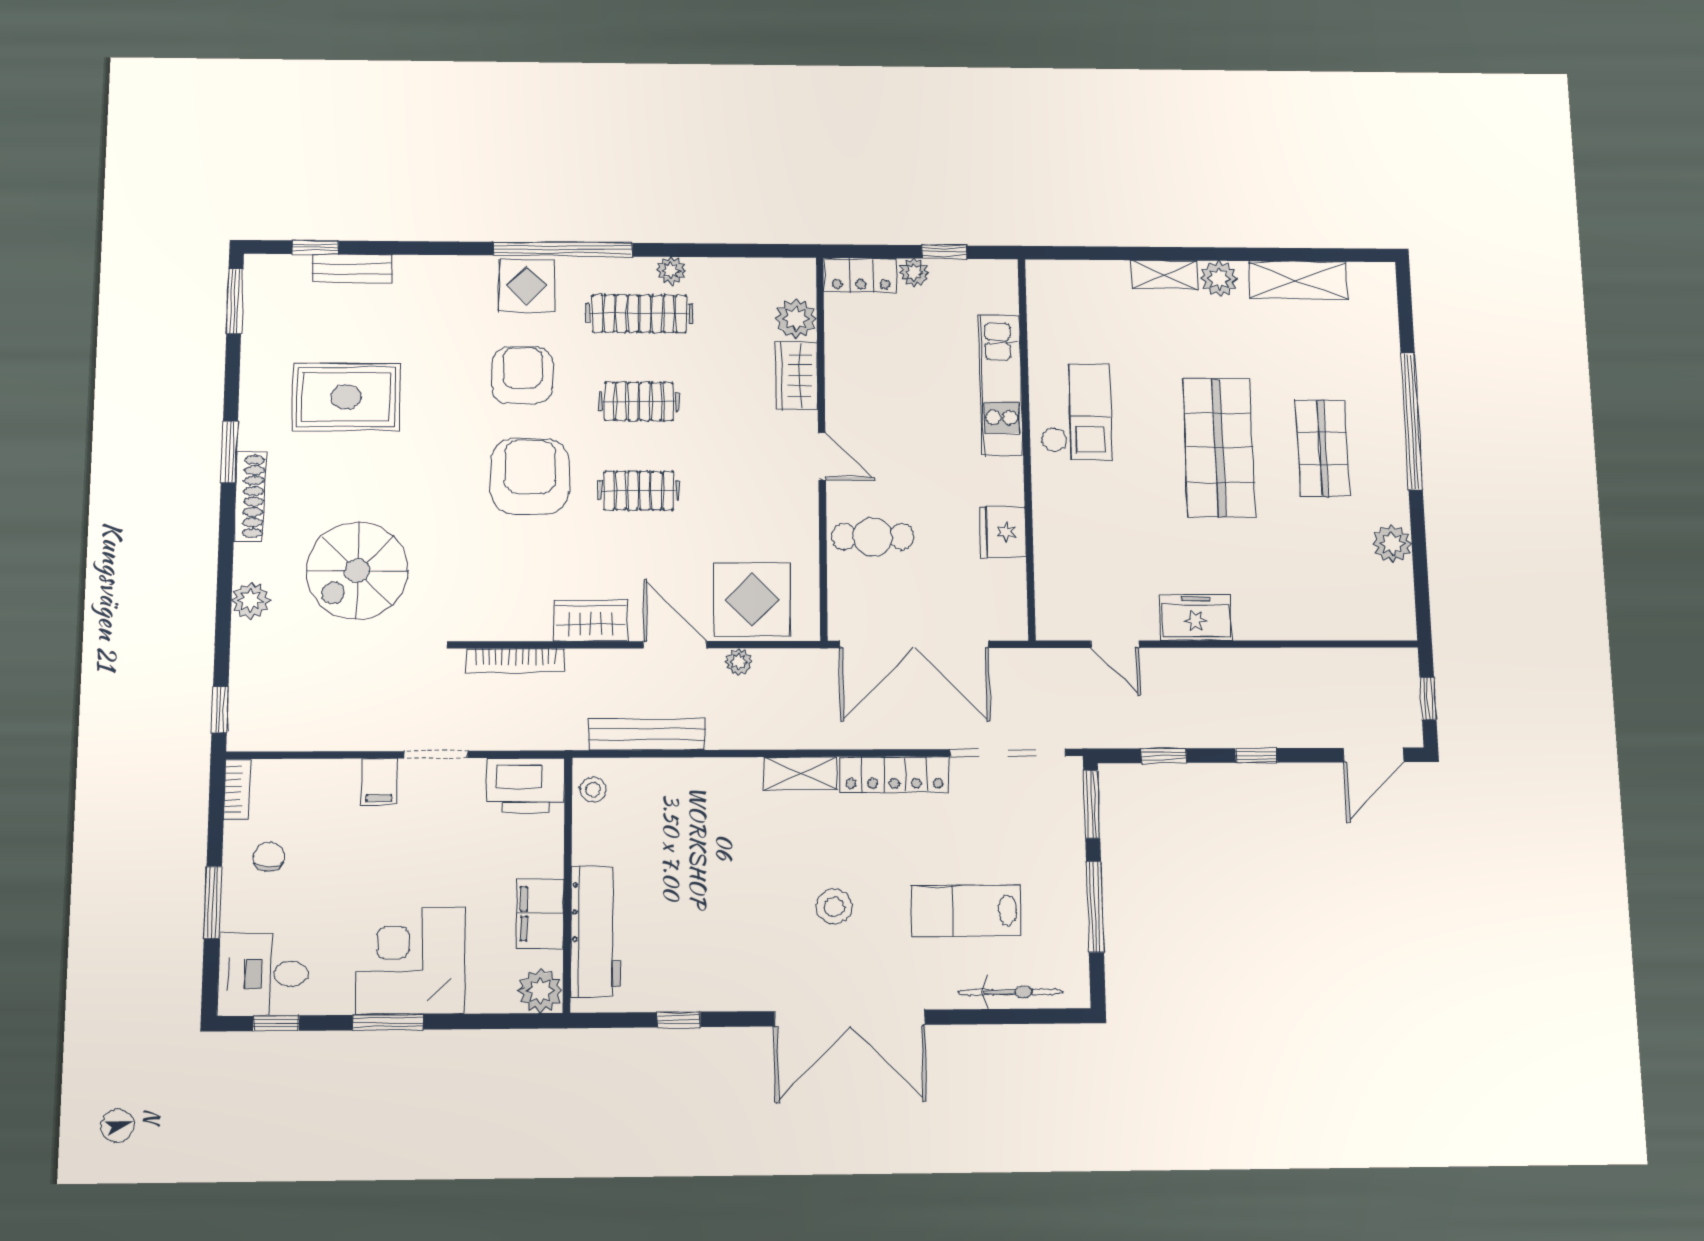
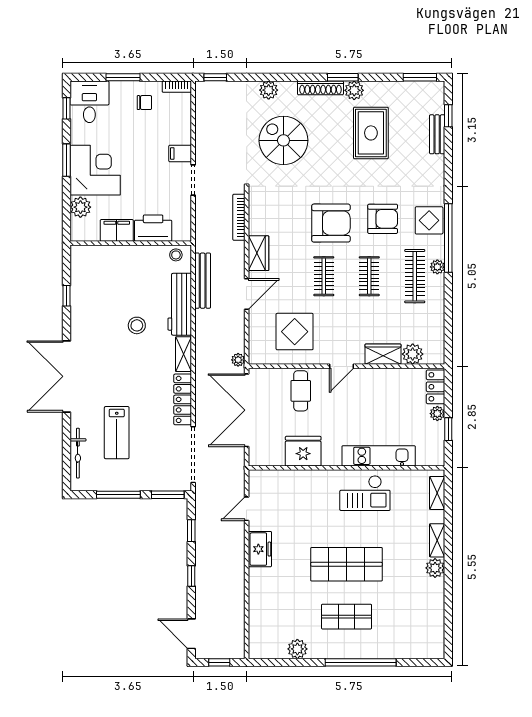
plant: (671, 271) -> (437, 267), moved
shelving: (1298, 280) -> (437, 493), moved, width x0.67, depth x0.75
plant: (257, 429) -> (354, 90), added
fridge: (1003, 532) -> (303, 451), width x1.36, depth x1.34
display table: (752, 600) -> (295, 332), moved
plant: (739, 662) -> (238, 360), moved
printer: (526, 785) -> (153, 228), moved, turned 90
stool: (834, 907) -> (137, 325), moved
lab bench: (966, 911) -> (117, 433), turned 180
workbench: (596, 932) -> (180, 304), moved, turned 90
plant: (540, 991) -> (80, 207), moved

